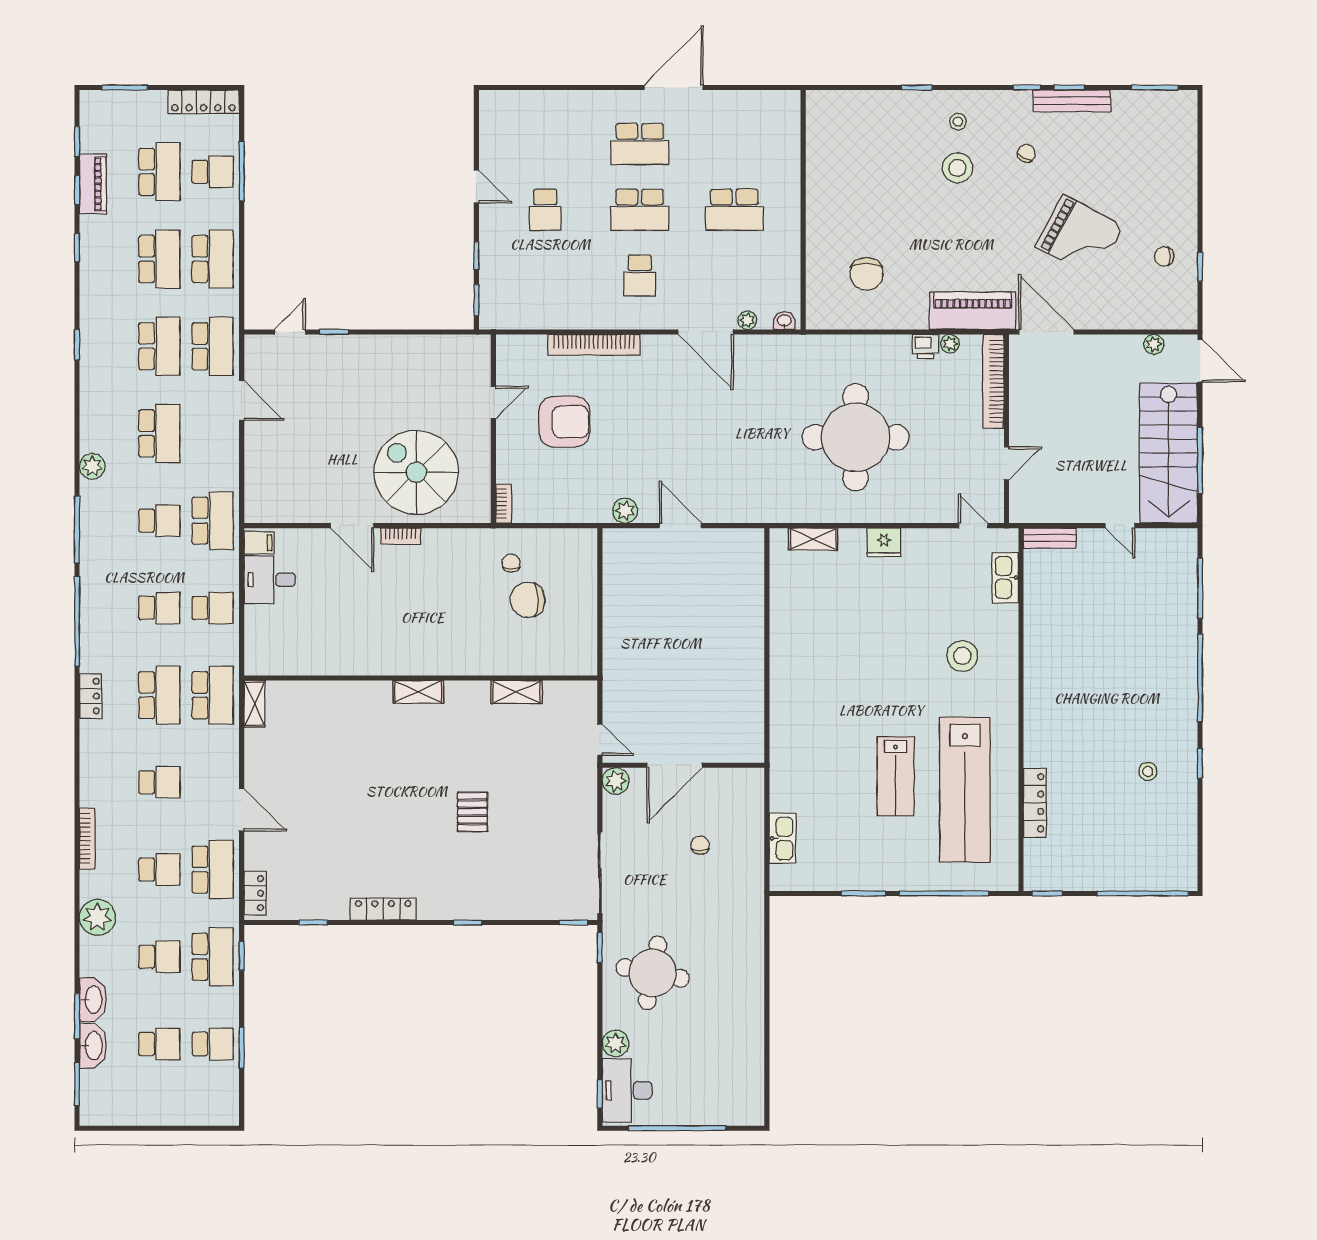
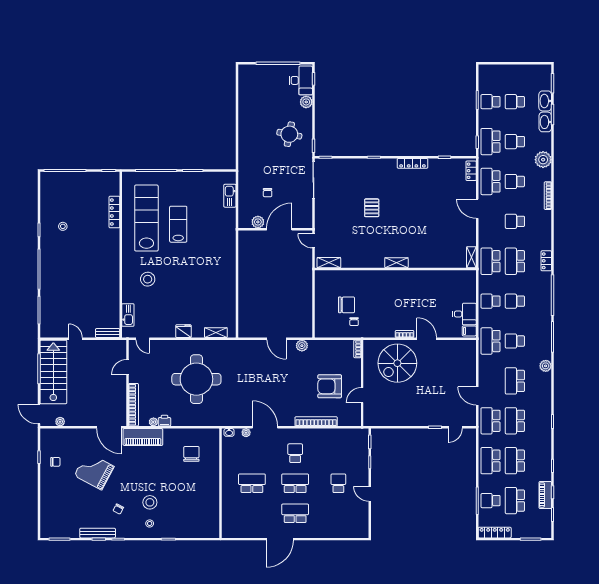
spiral stairs: (416, 472) -> (397, 363), turned 90
shelving: (517, 692) -> (329, 263), moved
plant: (616, 781) -> (258, 222), moved
round table: (653, 973) -> (289, 134), width x0.73, depth x0.73

